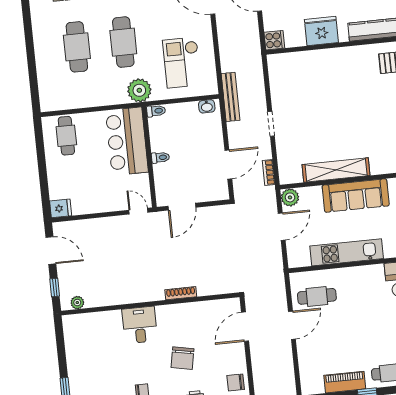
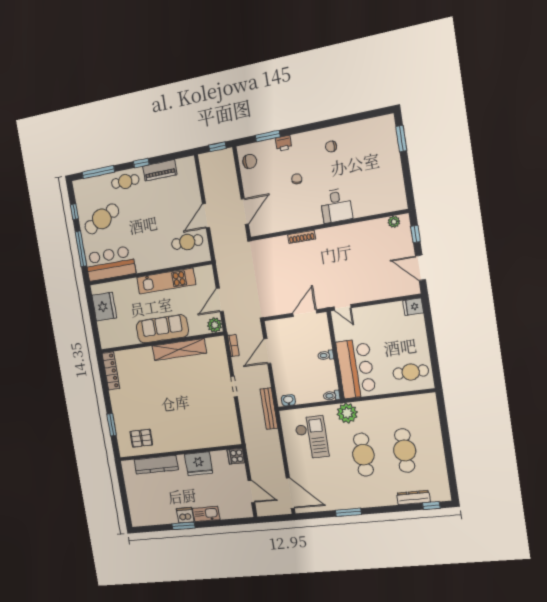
cafe table: (66, 136) -> (411, 372), turned 90
chair: (182, 358) -> (297, 179), width x0.54, depth x0.54

